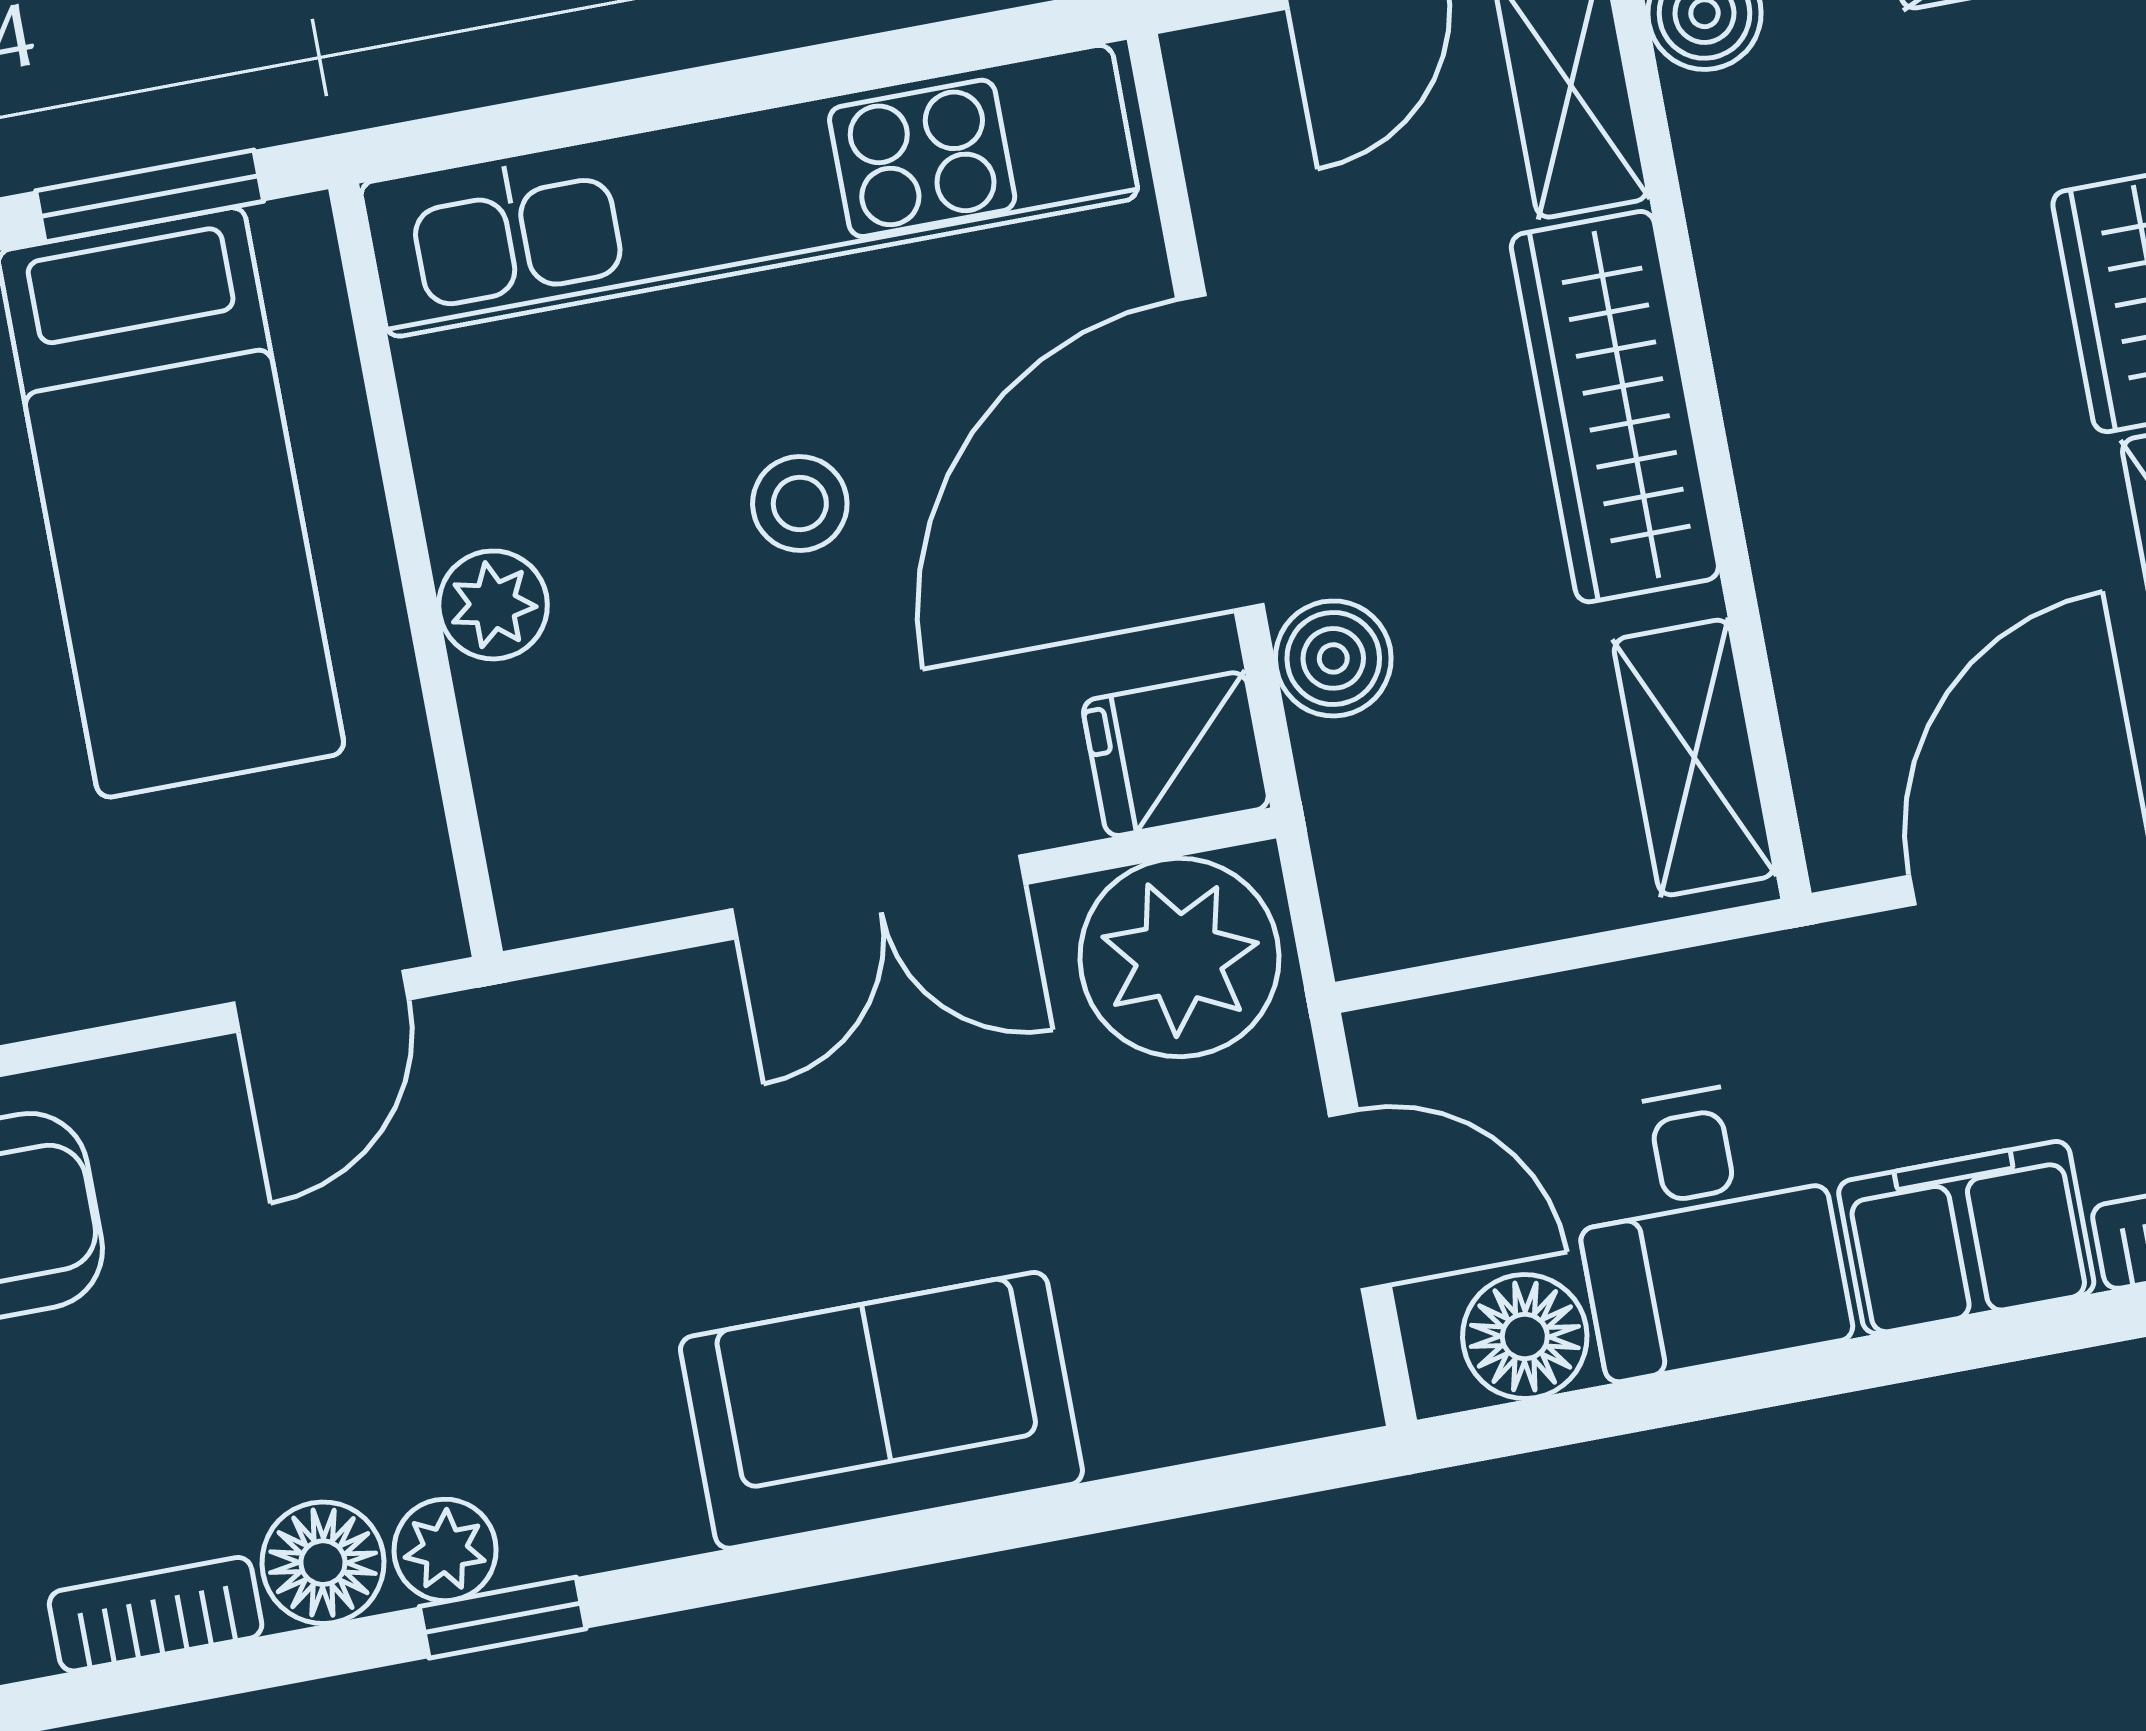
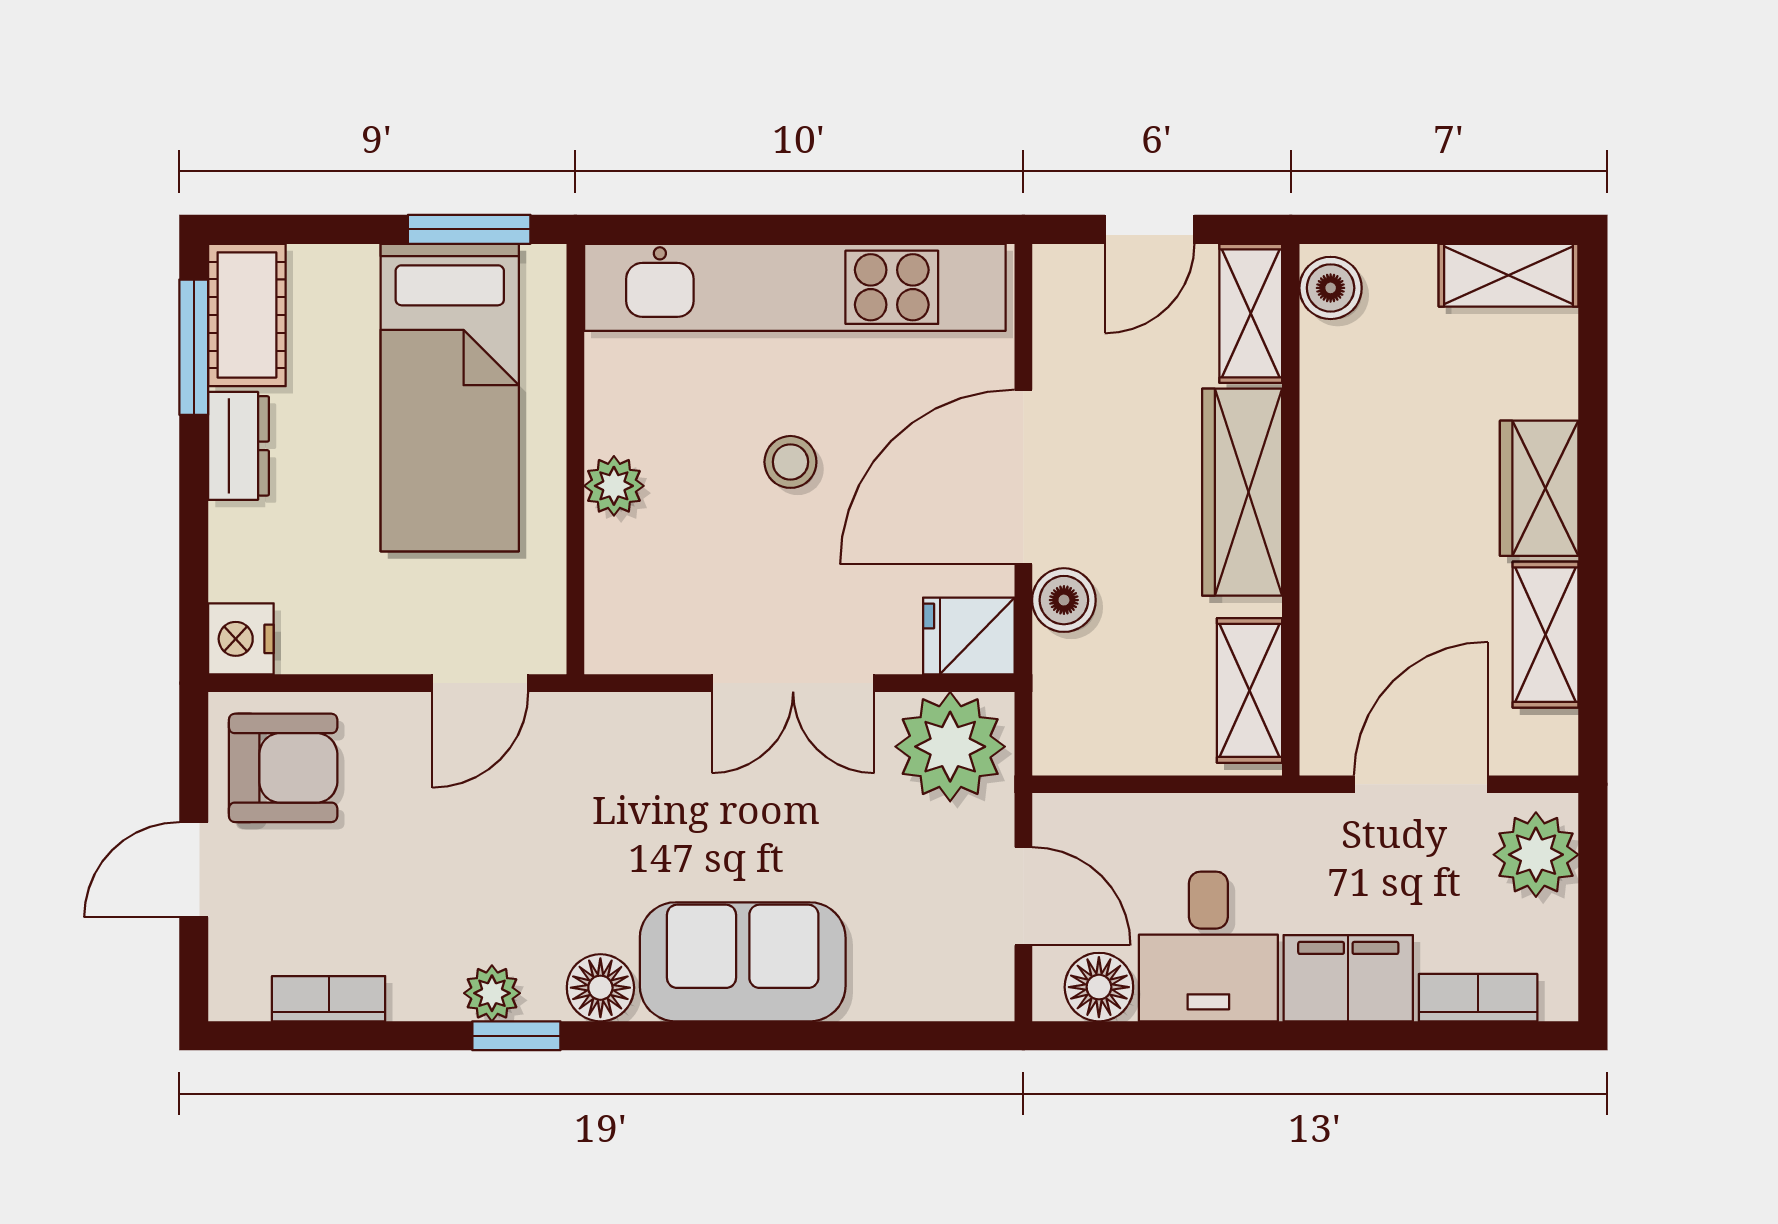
floor lamp: (323, 1563) -> (600, 988), moved

